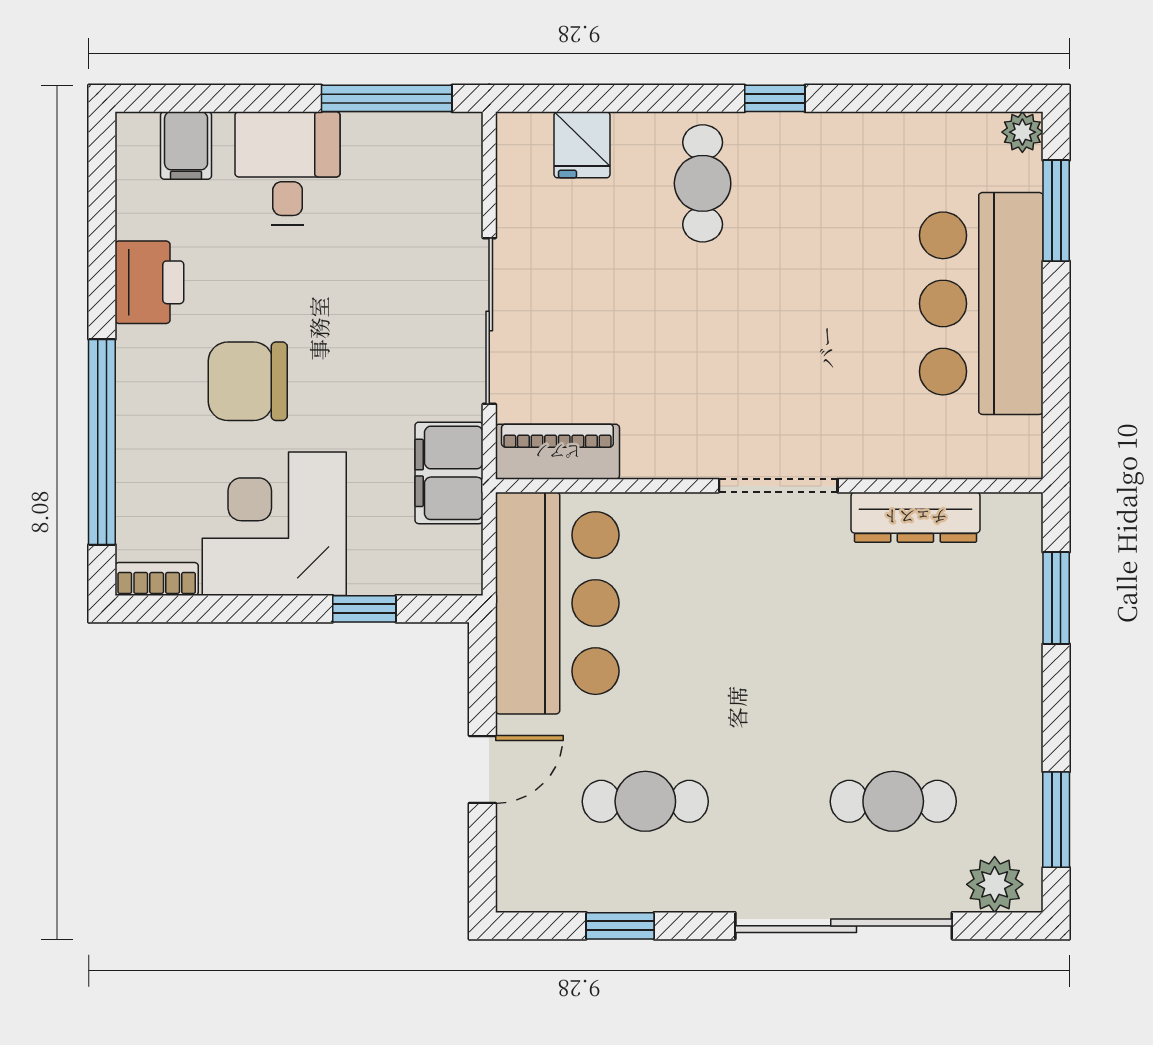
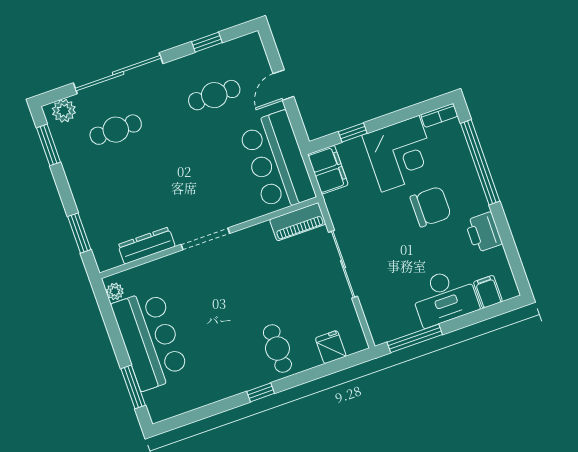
plant: (1022, 132) -> (115, 291), moved
desk: (288, 168) -> (444, 297), width x1.37
filing cabinet: (449, 473) -> (328, 170), moved

